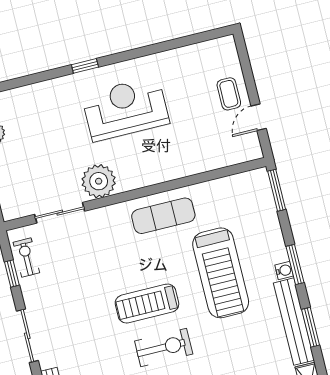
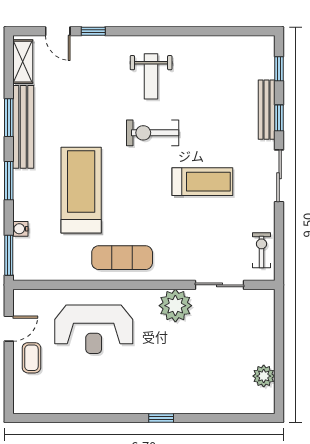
reception desk: (125, 109) -> (94, 329), moved
exercise bike: (26, 257) -> (262, 250), turned 180
water cooler: (284, 270) -> (20, 229), moved
window: (12, 273) -> (279, 239), removed
treadmill: (147, 304) -> (202, 182), moved

